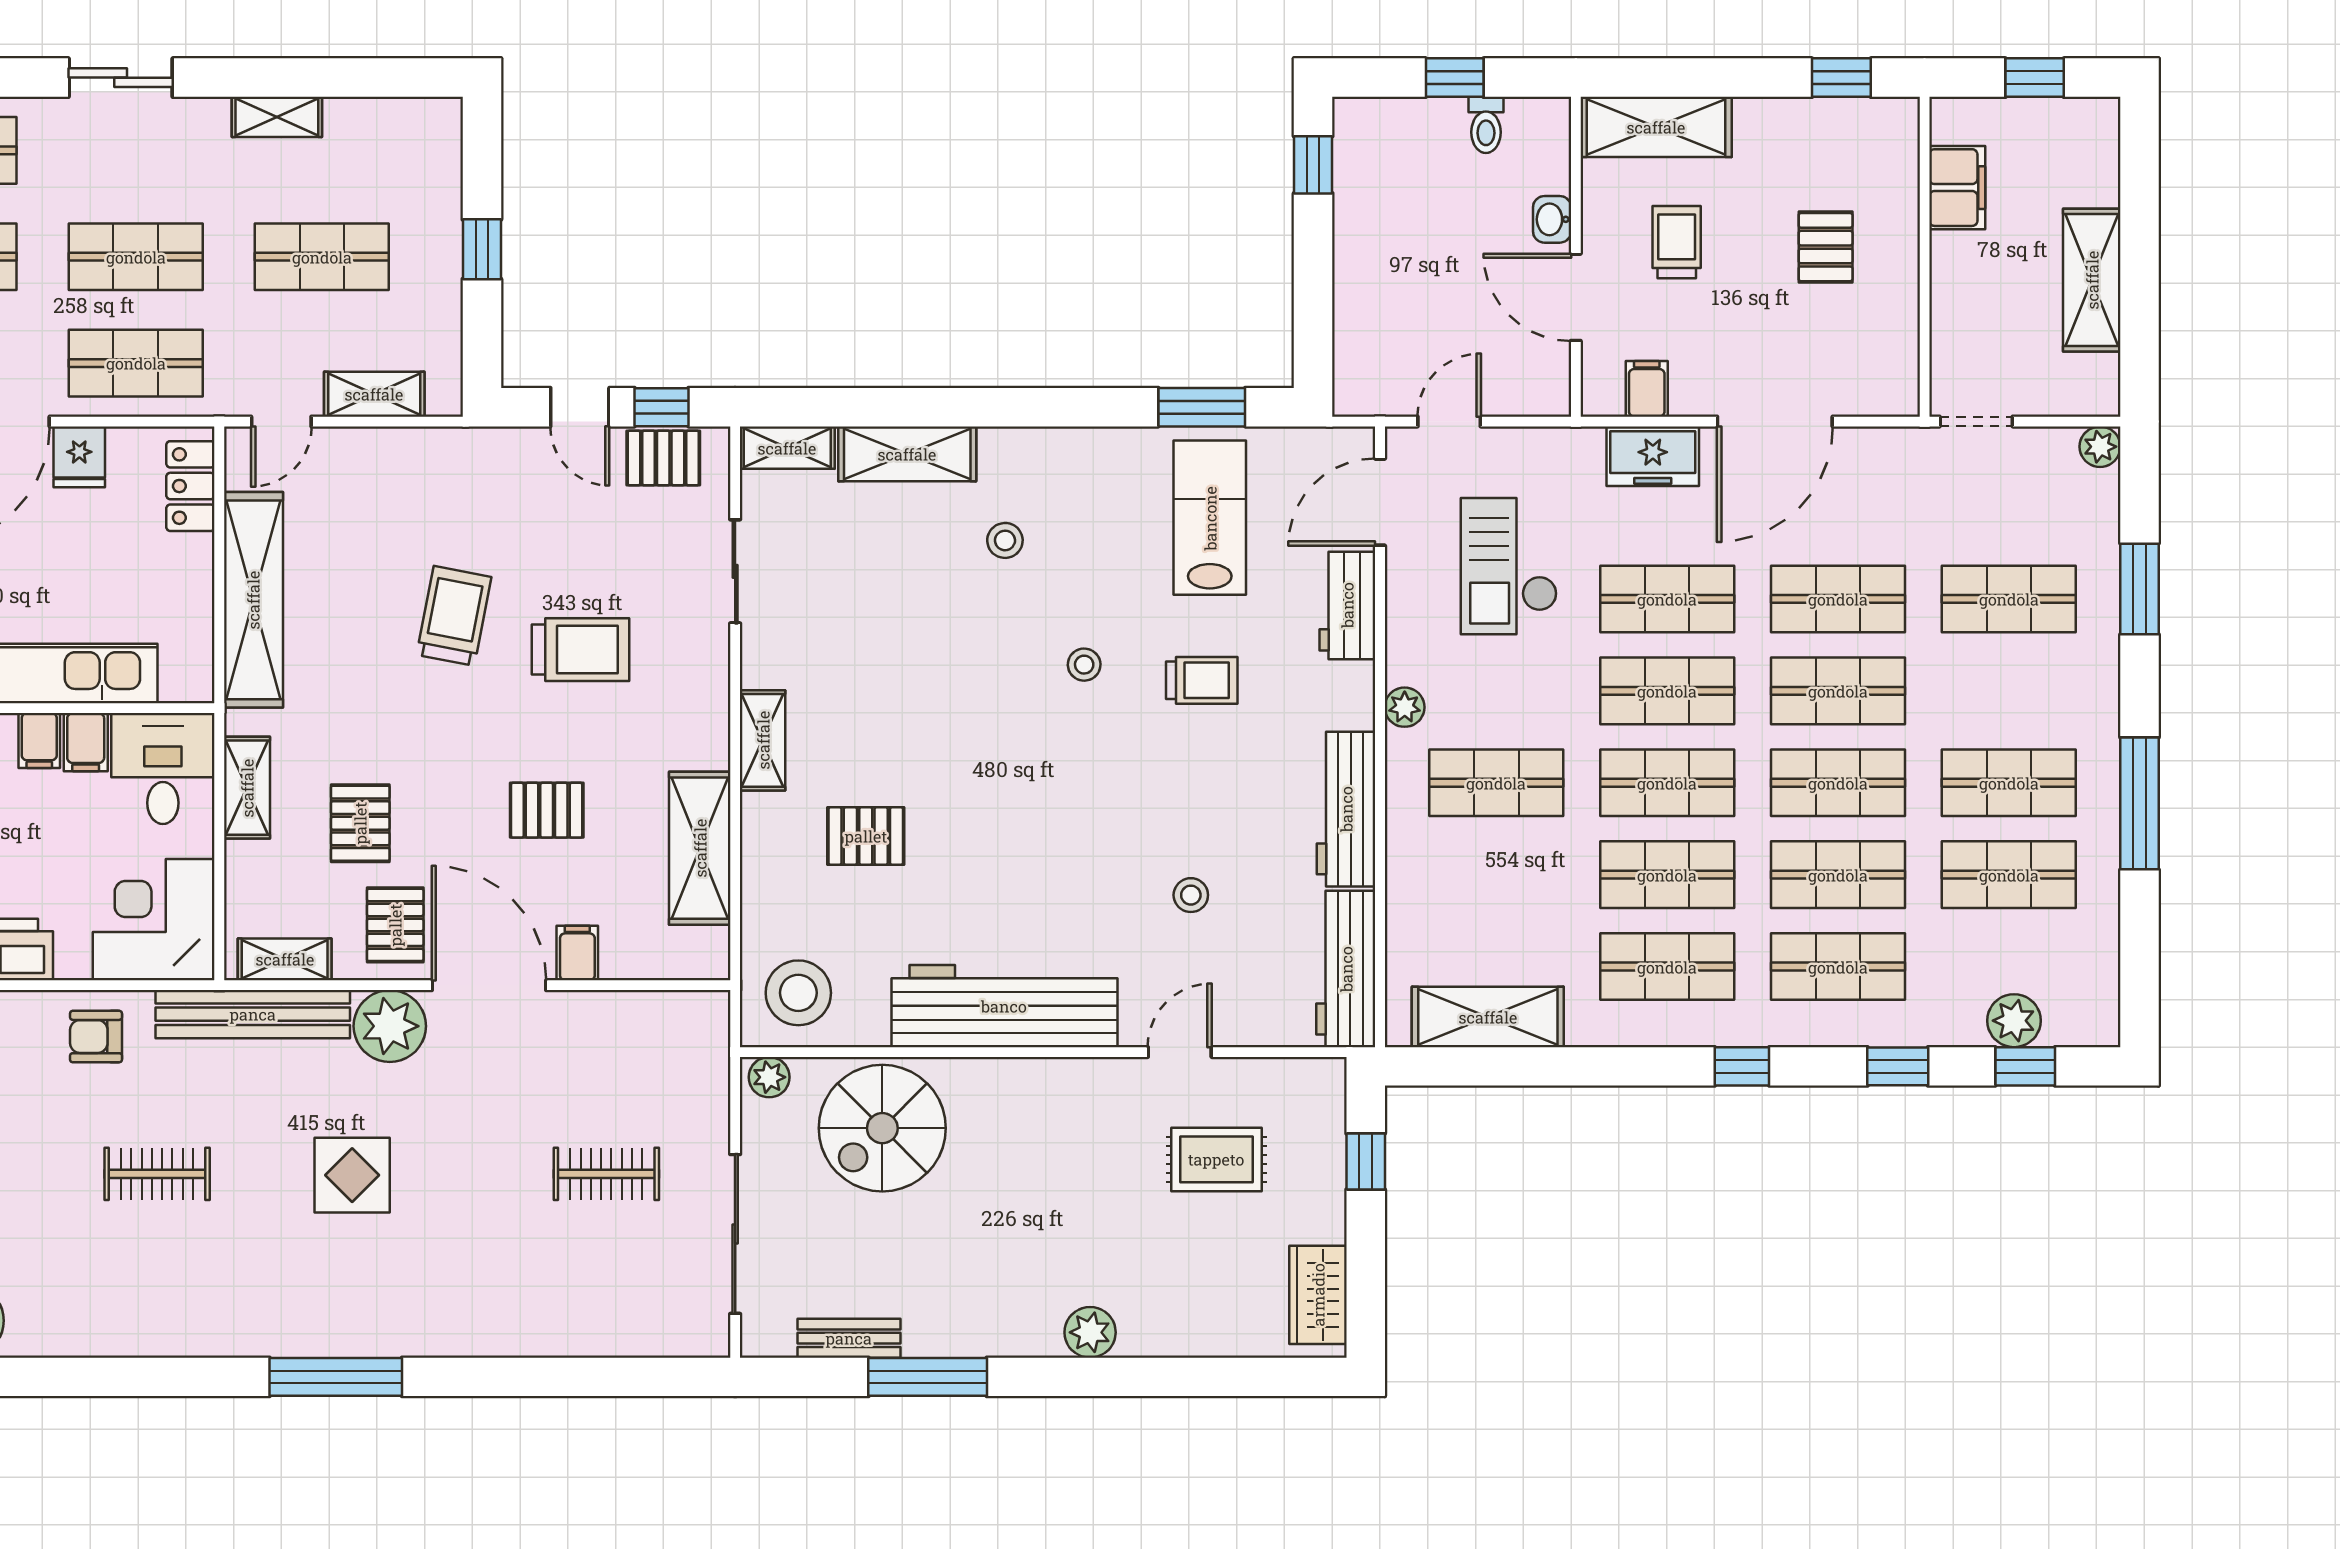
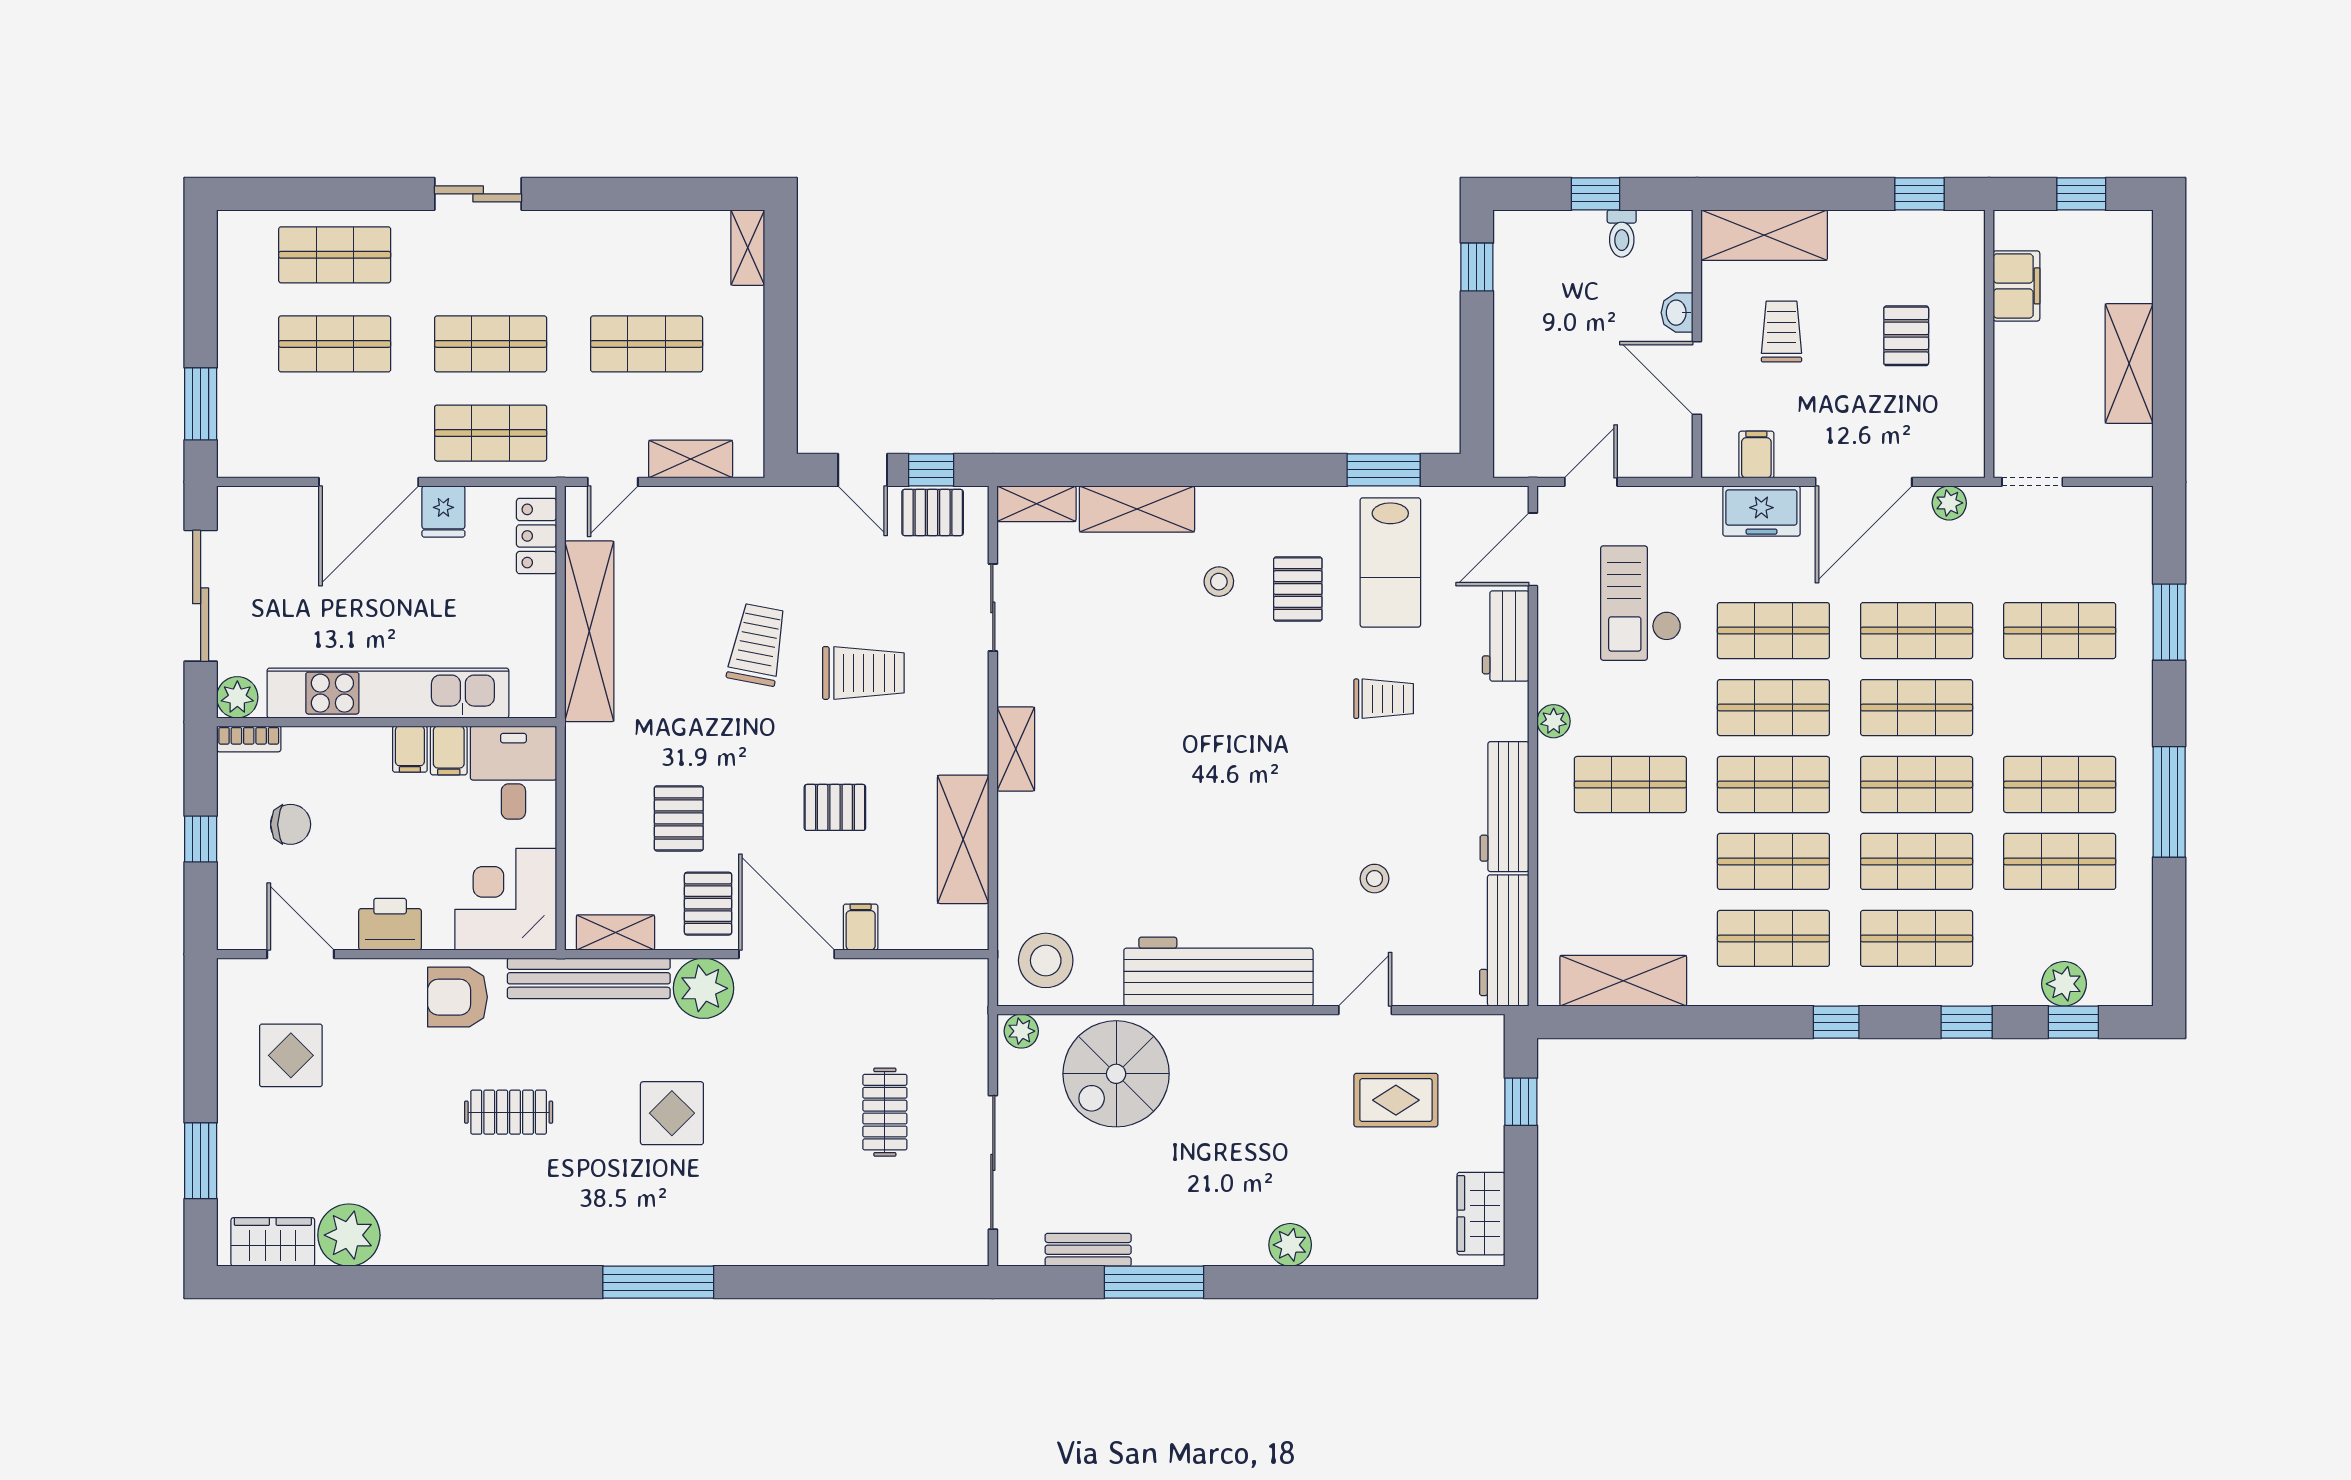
shelving: (277, 117) -> (748, 248), moved, turned 90
window: (482, 249) -> (781, 338), removed
plant: (2100, 447) -> (1949, 503), moved
lab bench: (1210, 518) -> (1390, 562), turned 180
stool: (1084, 665) -> (1285, 686), removed
shelving: (247, 788) -> (584, 789), removed
pallet: (866, 836) -> (1298, 589), moved, turned 90
armchair: (96, 1037) -> (457, 997), width x1.38, depth x1.38
clothes rail: (606, 1174) -> (885, 1112), turned 90

